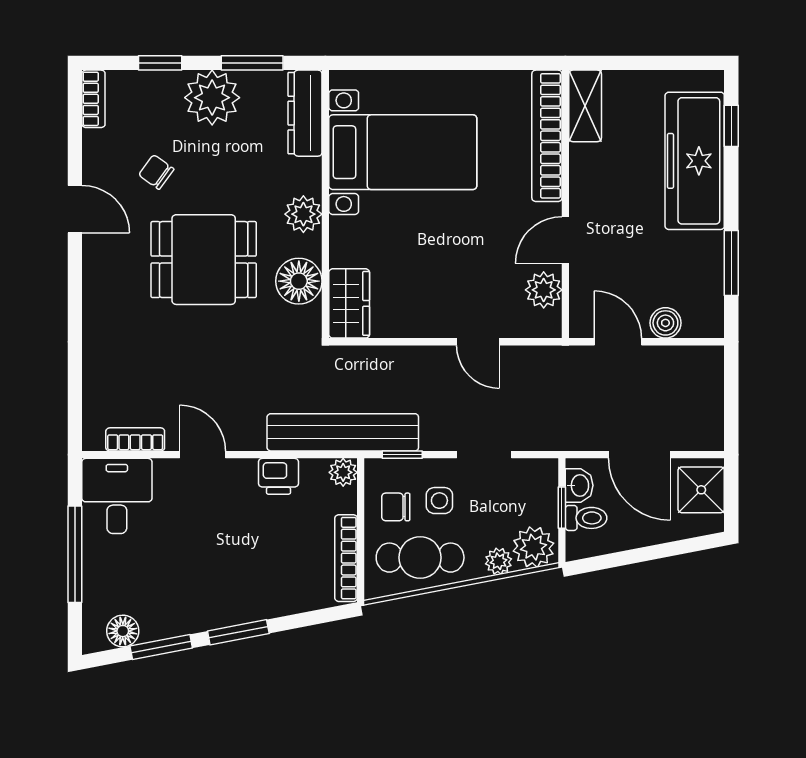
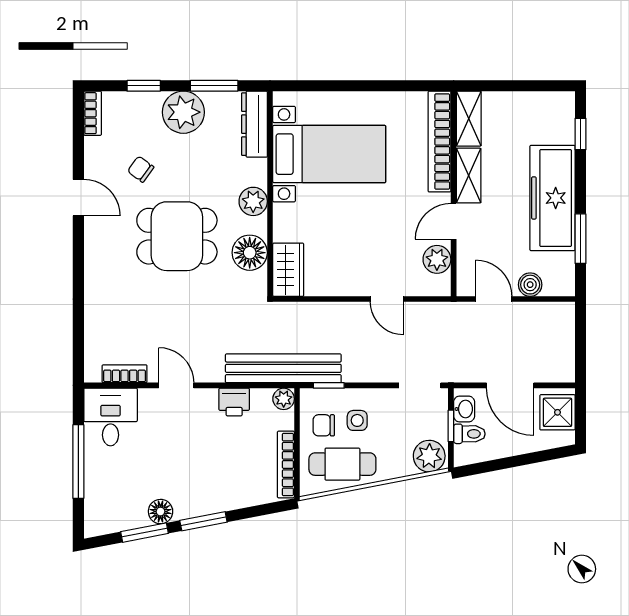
freezer: (695, 161) -> (552, 198), moved
shelving: (585, 180) -> (469, 176), added
doorway: (484, 455) -> (420, 385), moved
plant: (499, 561) -> (402, 467), removed
floor lamp: (123, 631) -> (161, 512), moved

